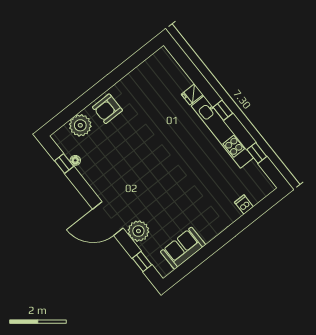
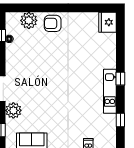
fridge: (192, 94) -> (107, 22), moved, width x1.88, depth x1.34
kitchen unit: (222, 132) -> (110, 91), width x0.73

